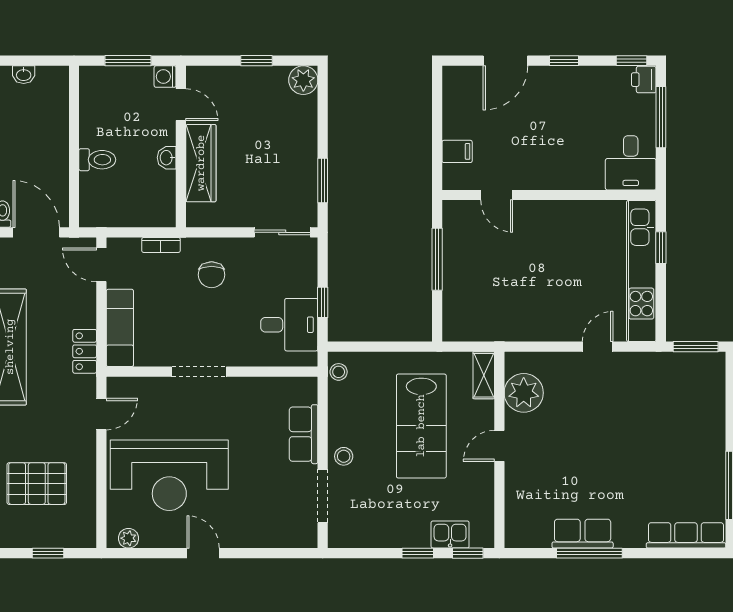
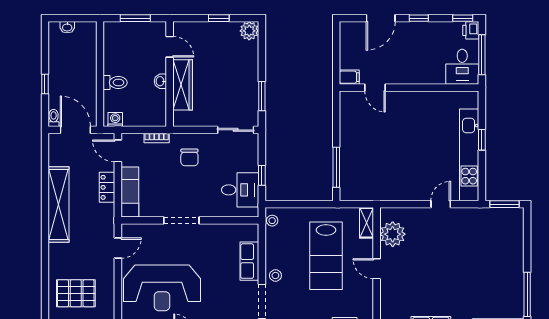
washing machine: (165, 77) -> (115, 119), moved, turned 90
desk: (631, 163) -> (462, 67), moved
door: (497, 195) -> (375, 88), moved
wall: (549, 195) -> (409, 88), moved
window: (437, 259) -> (336, 167), moved
locker: (85, 351) -> (107, 187), moved
door: (499, 446) -> (377, 269), hinge flipped

